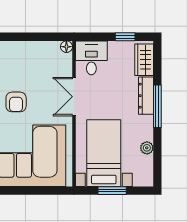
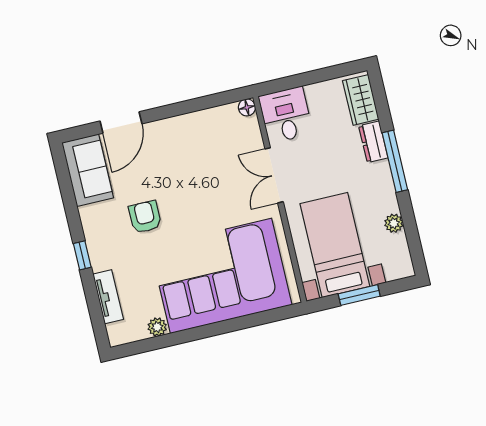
window: (125, 37) -> (326, 74), removed
dresser: (146, 96) -> (373, 142), width x0.70
armchair: (16, 102) -> (194, 202), removed

